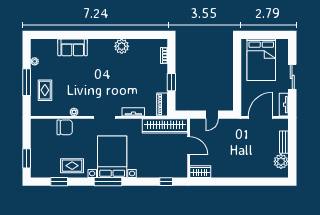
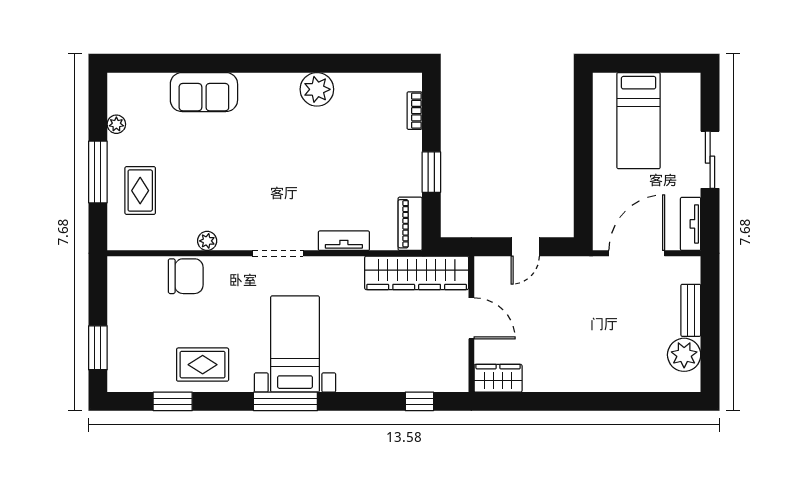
bed: (261, 60) -> (639, 121), width x0.67
bed with nightstands: (112, 157) -> (295, 344), width x0.73

